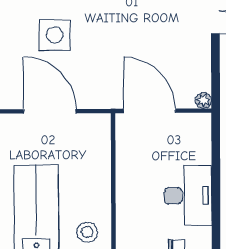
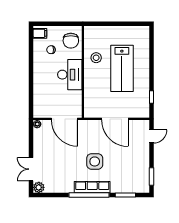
side table: (55, 35) -> (95, 161), moved
desk: (188, 196) -> (70, 75), moved, turned 180

